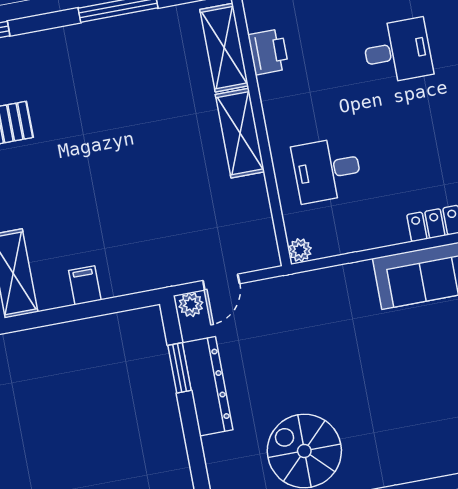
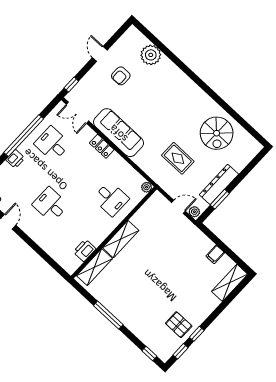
rug: (311, 346) -> (178, 158), added

